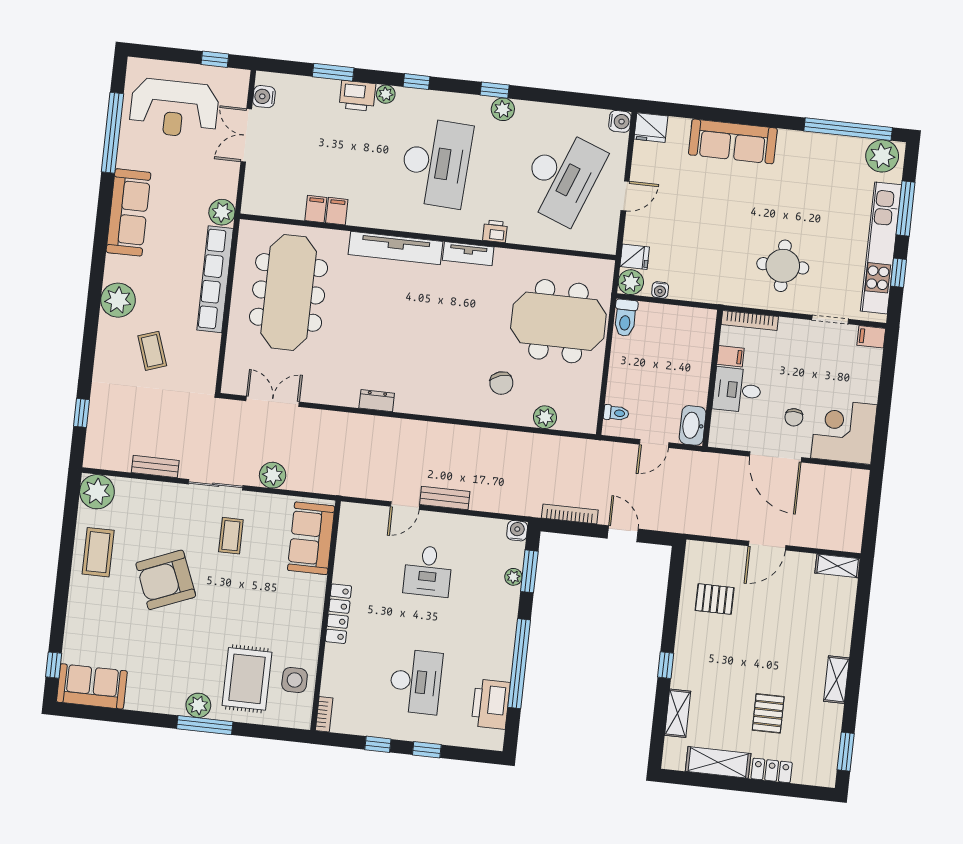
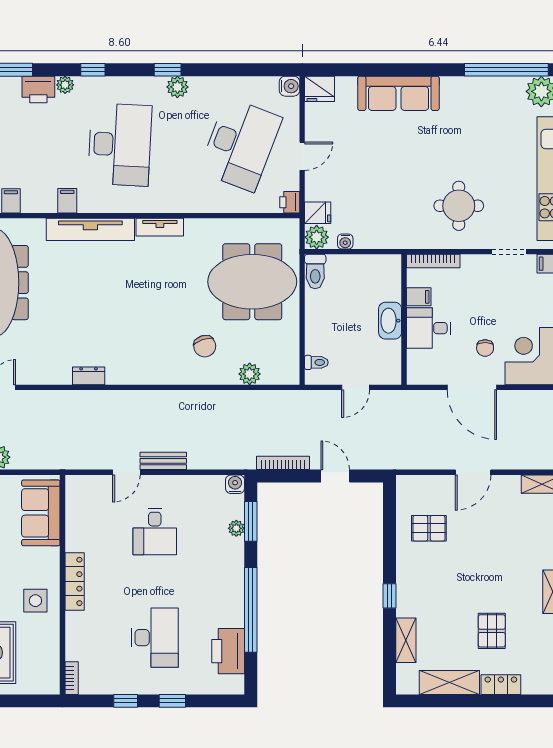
filing cabinet: (337, 211) -> (67, 201), moved
printer: (495, 231) -> (290, 202), moved, turned -90
washbasin: (693, 425) -> (390, 321), moved
side table: (295, 680) -> (35, 601), moved

